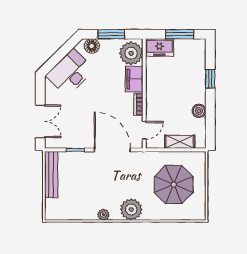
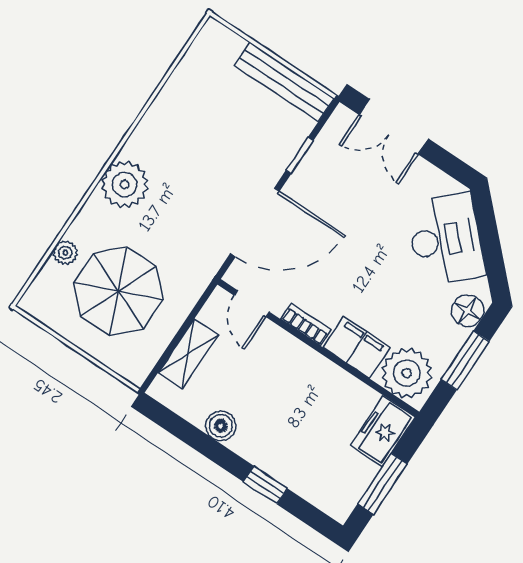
plant: (103, 215) -> (65, 253), moved

